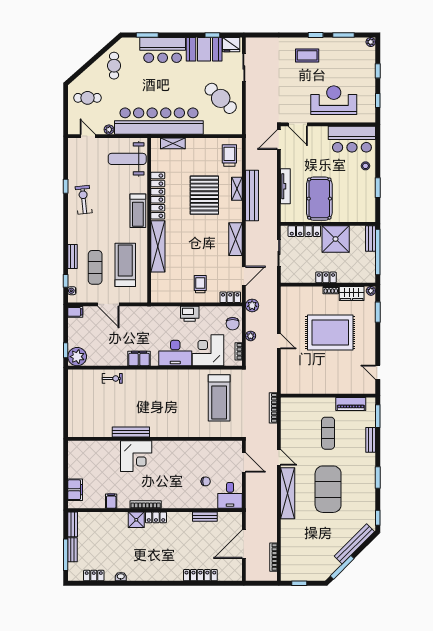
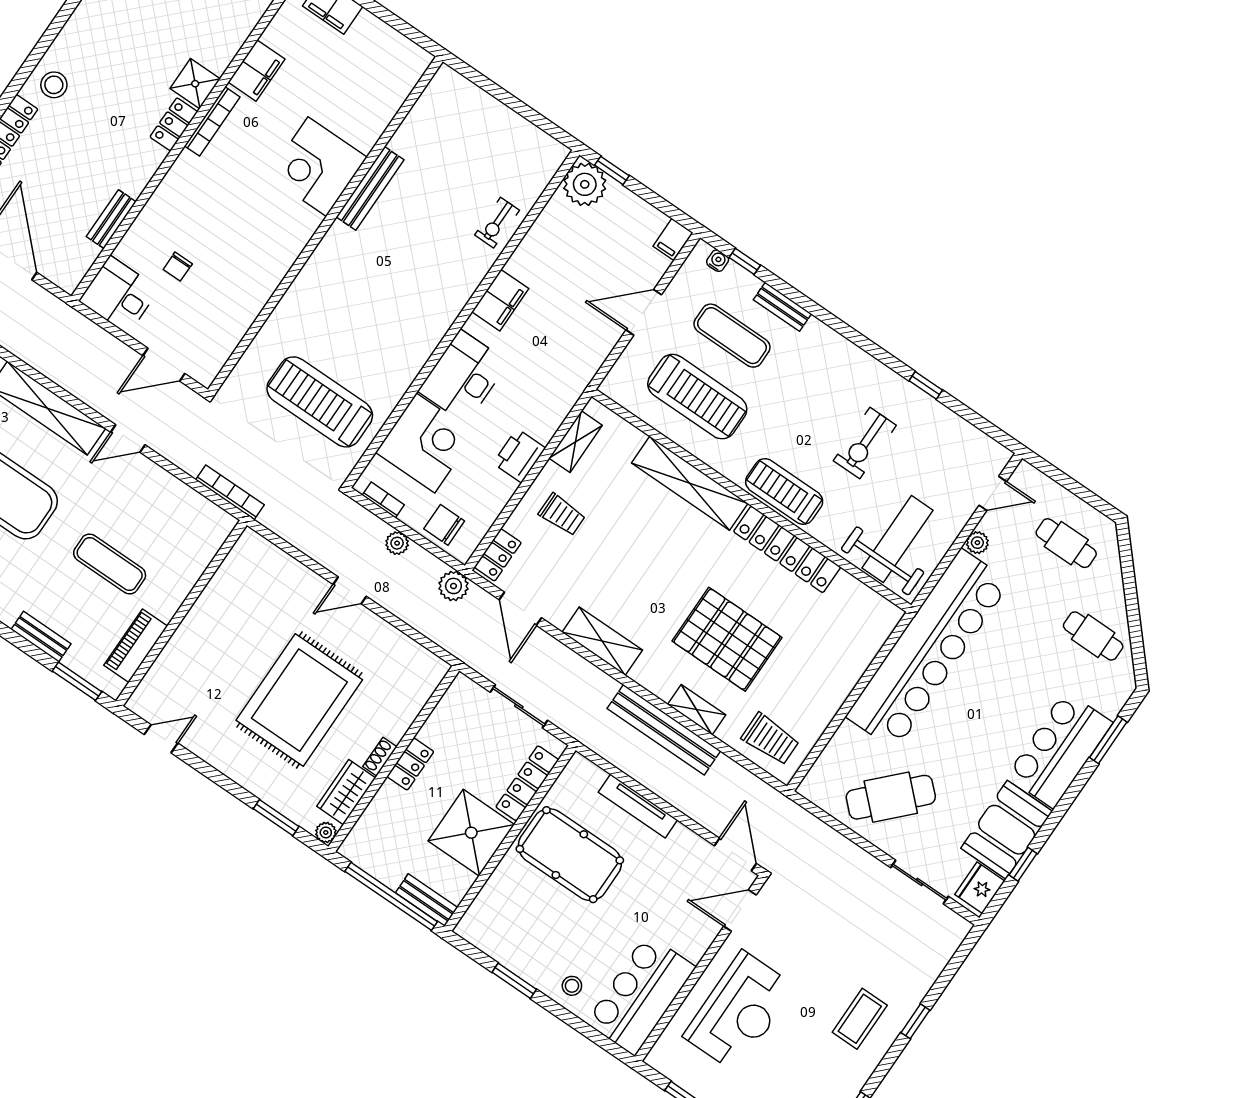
window: (316, 35) -> (915, 1021), moved
cafe table: (88, 98) -> (1066, 543), turned 90
shelving: (173, 143) -> (576, 442), moved
exercise bike: (84, 200) -> (865, 443), moved, turned 96
filing cabinet: (111, 501) -> (257, 71), width x2.00
stool: (171, 570) -> (54, 85), added

